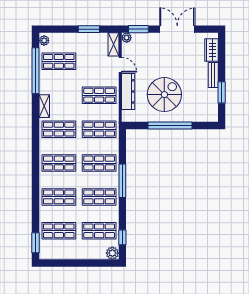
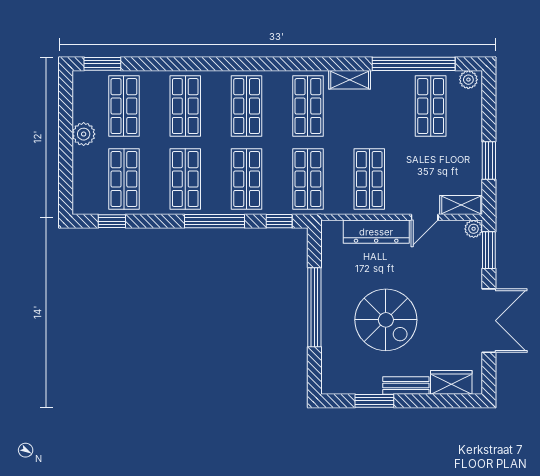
spiral stairs: (164, 95) -> (386, 320), moved
window: (122, 145) -> (279, 221), added
plant: (112, 253) -> (84, 134), moved

